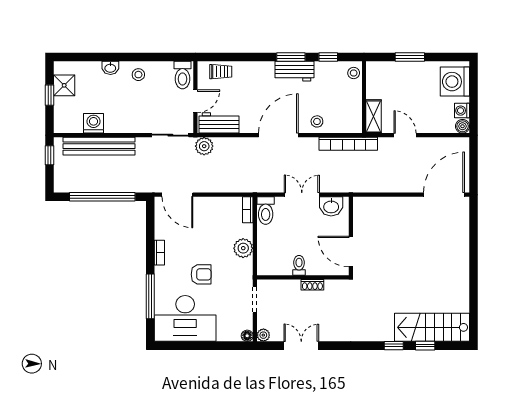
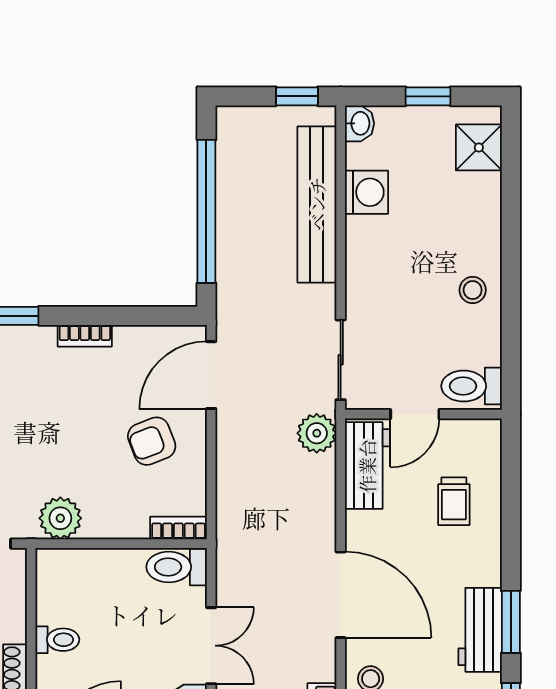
washbasin: (110, 68) -> (359, 123), moved, turned 180
trolley: (221, 72) -> (454, 501), moved
shower: (64, 85) -> (479, 147), moved
door: (195, 101) -> (415, 414), hinge flipped
plant: (243, 248) -> (60, 518), moved
armchair: (201, 274) -> (152, 441), moved, turned 69

